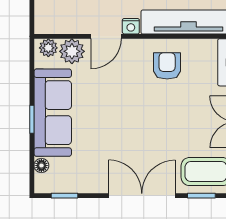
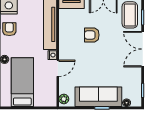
door: (106, 36) -> (58, 68), hinge flipped
plant: (72, 51) -> (66, 86), removed
armchair: (167, 66) -> (92, 35), moved

